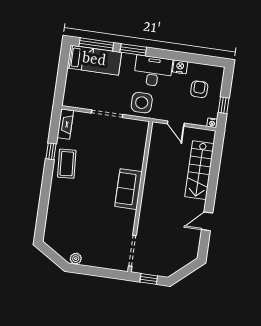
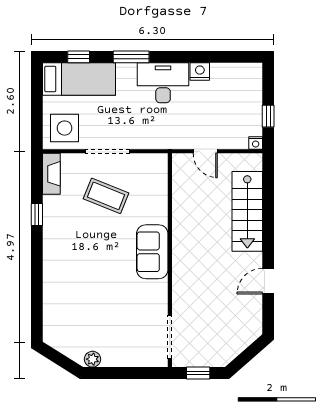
window: (96, 44) -> (79, 57), width x0.46
armchair: (199, 89) -> (231, 99), removed
side table: (142, 103) -> (65, 128), moved
coffee table: (67, 164) -> (106, 196), moved, turned -64

